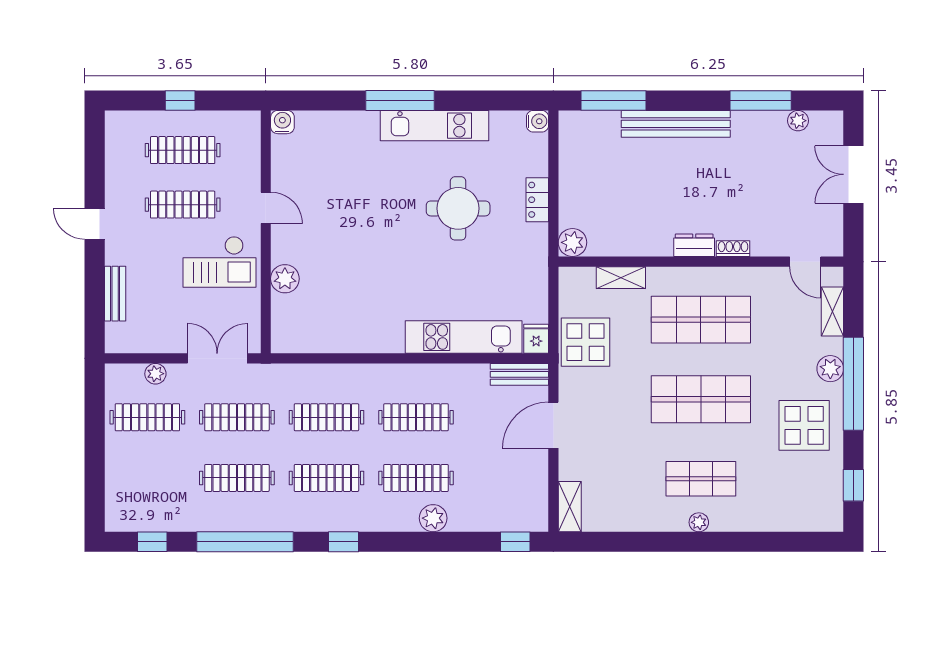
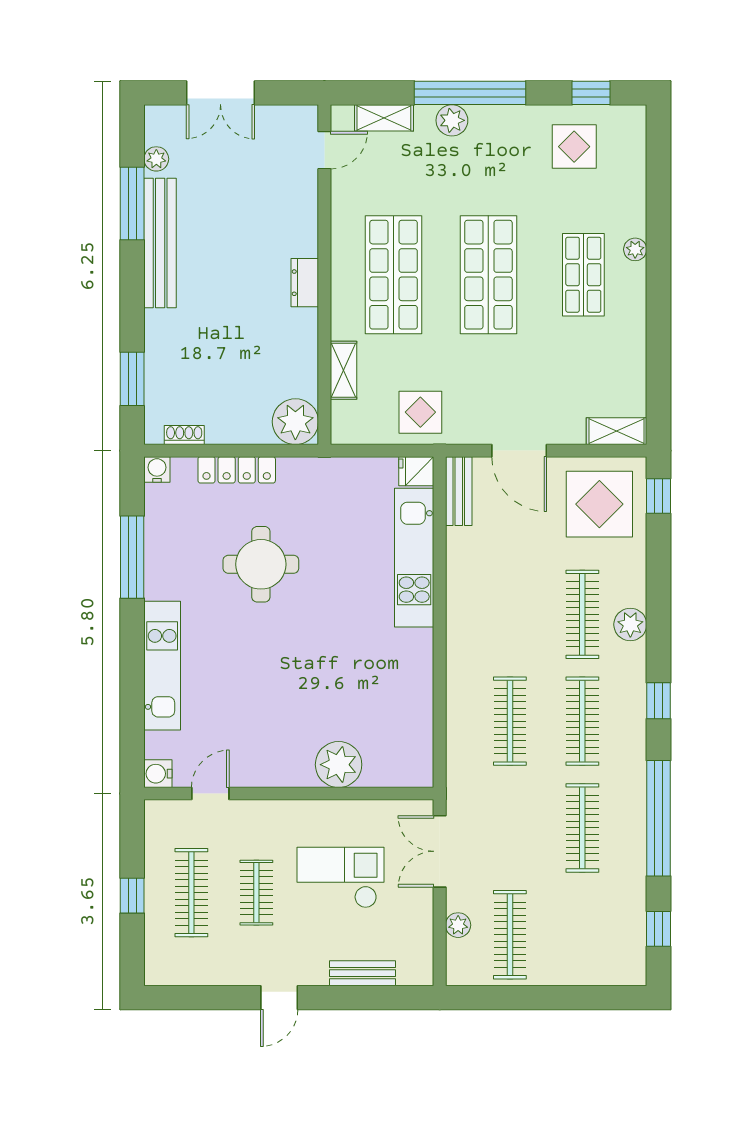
window: (400, 100) -> (132, 557), moved
window: (613, 100) -> (132, 379), width x0.69
bench: (676, 124) -> (160, 243), moved
kitchen unit: (435, 126) -> (162, 666), moved
locker: (537, 200) -> (237, 470), width x1.53
clothes rail: (183, 205) -> (256, 893), width x0.73
door: (266, 208) -> (210, 794), moved
plant: (572, 242) -> (295, 422), width x1.36, depth x1.36
shoe rack: (733, 249) -> (184, 435), moved, turned 90
checkout: (219, 262) -> (340, 877), moved, turned -90
plant: (285, 279) -> (339, 765), width x1.36, depth x1.36
display table: (586, 342) -> (420, 412), width x0.73, depth x0.73
clothes rail: (237, 417) -> (510, 828), removed
clothes rail: (416, 417) -> (510, 614), removed
display table: (804, 425) -> (574, 147), moved, width x0.73, depth x0.73
display table: (508, 492) -> (599, 504), added
plant: (433, 518) -> (630, 624), moved
plant: (699, 522) -> (635, 249), moved

